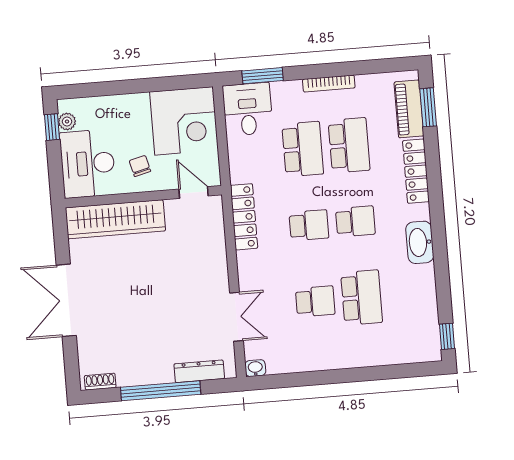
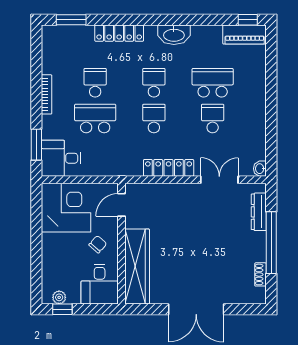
piano: (409, 109) -> (245, 35), moved
school desk: (349, 145) -> (95, 83), width x0.54
desk: (88, 164) -> (100, 284), width x0.73
chair: (140, 166) -> (98, 244), turned 145
locker: (244, 217) -> (169, 168), moved
shoe rack: (100, 382) -> (261, 274), moved

